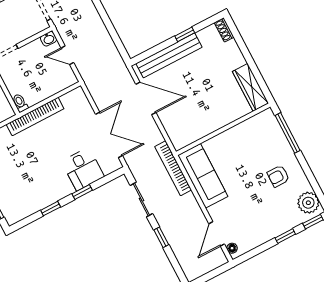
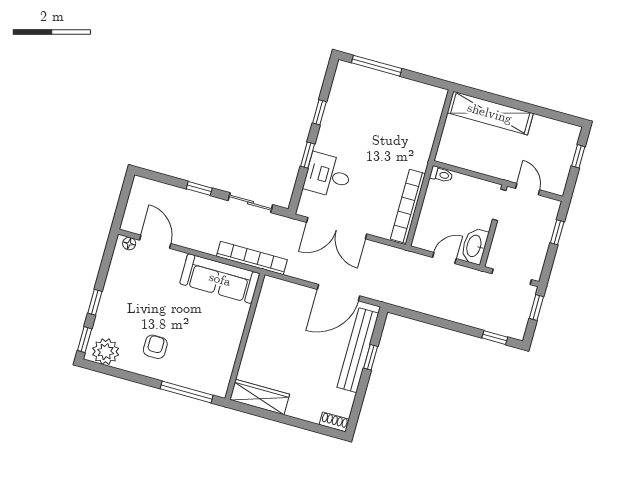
window: (185, 34) -> (371, 357), moved
washbasin: (49, 39) -> (474, 246), width x1.91, depth x1.45
bookcase: (35, 117) -> (408, 206), moved

